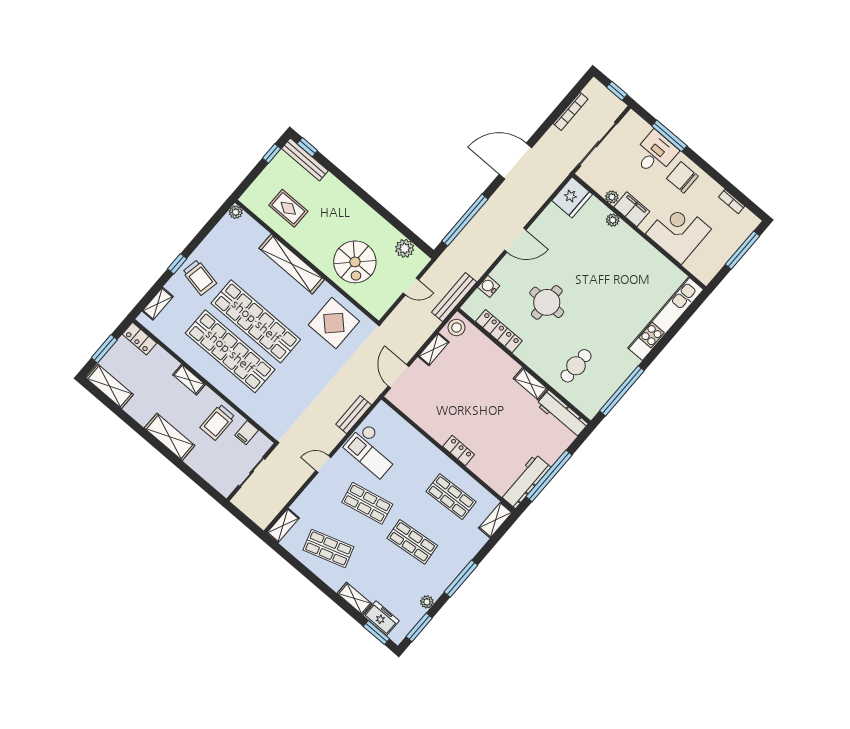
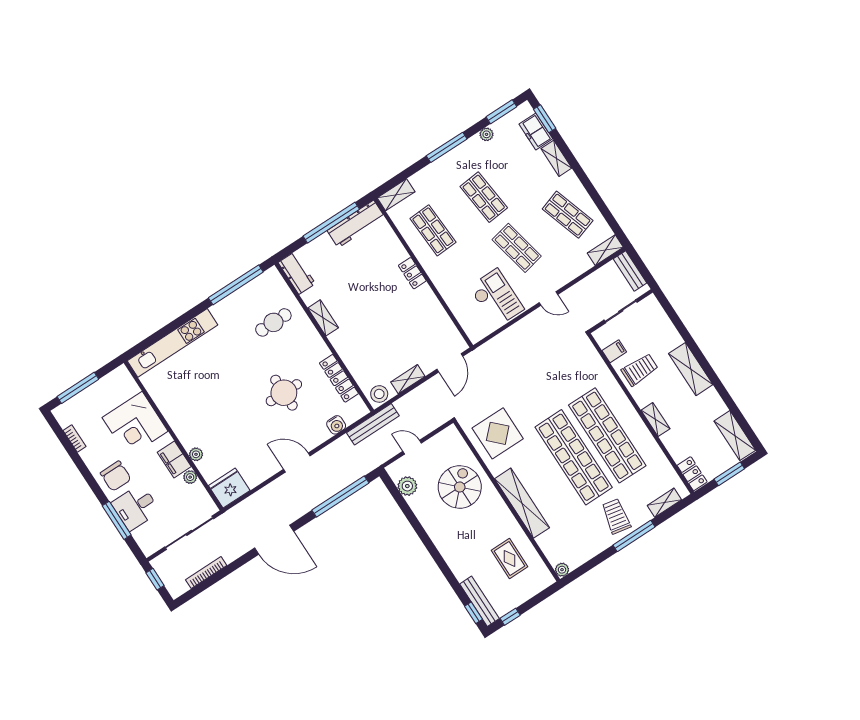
window: (177, 264) -> (634, 536), width x2.17
workbench: (562, 414) -> (297, 273), width x0.73
bench: (354, 415) -> (630, 271), moved, turned 90

